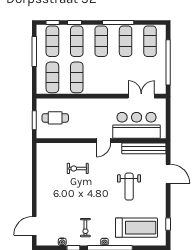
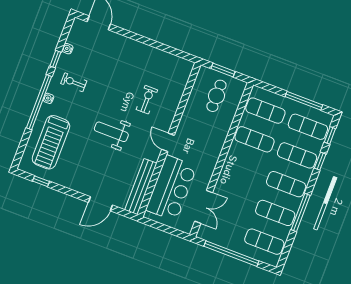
weight bench: (129, 187) -> (111, 132), moved

